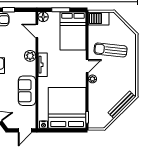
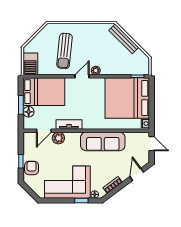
floor lamp: (43, 17) -> (29, 112), moved
plant: (30, 56) -> (58, 138), moved
tv unit: (43, 65) -> (69, 124), moved
door: (87, 66) -> (82, 76), hinge flipped
sofa: (27, 91) -> (103, 141), width x1.36

